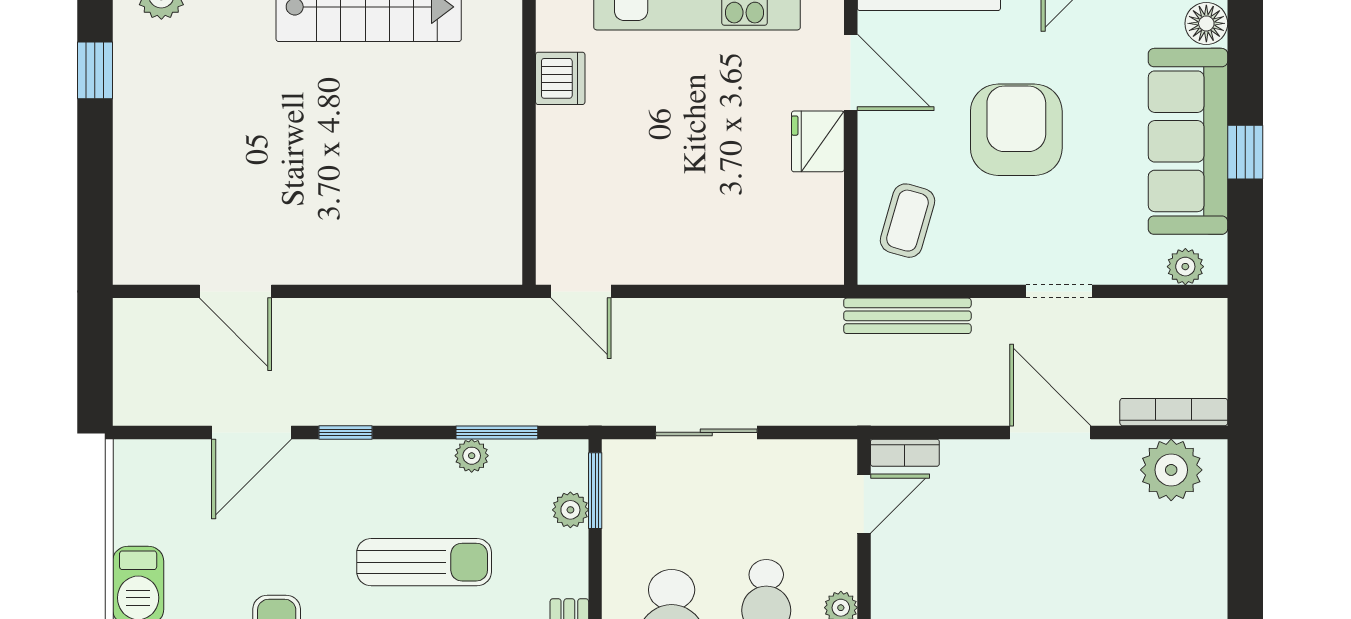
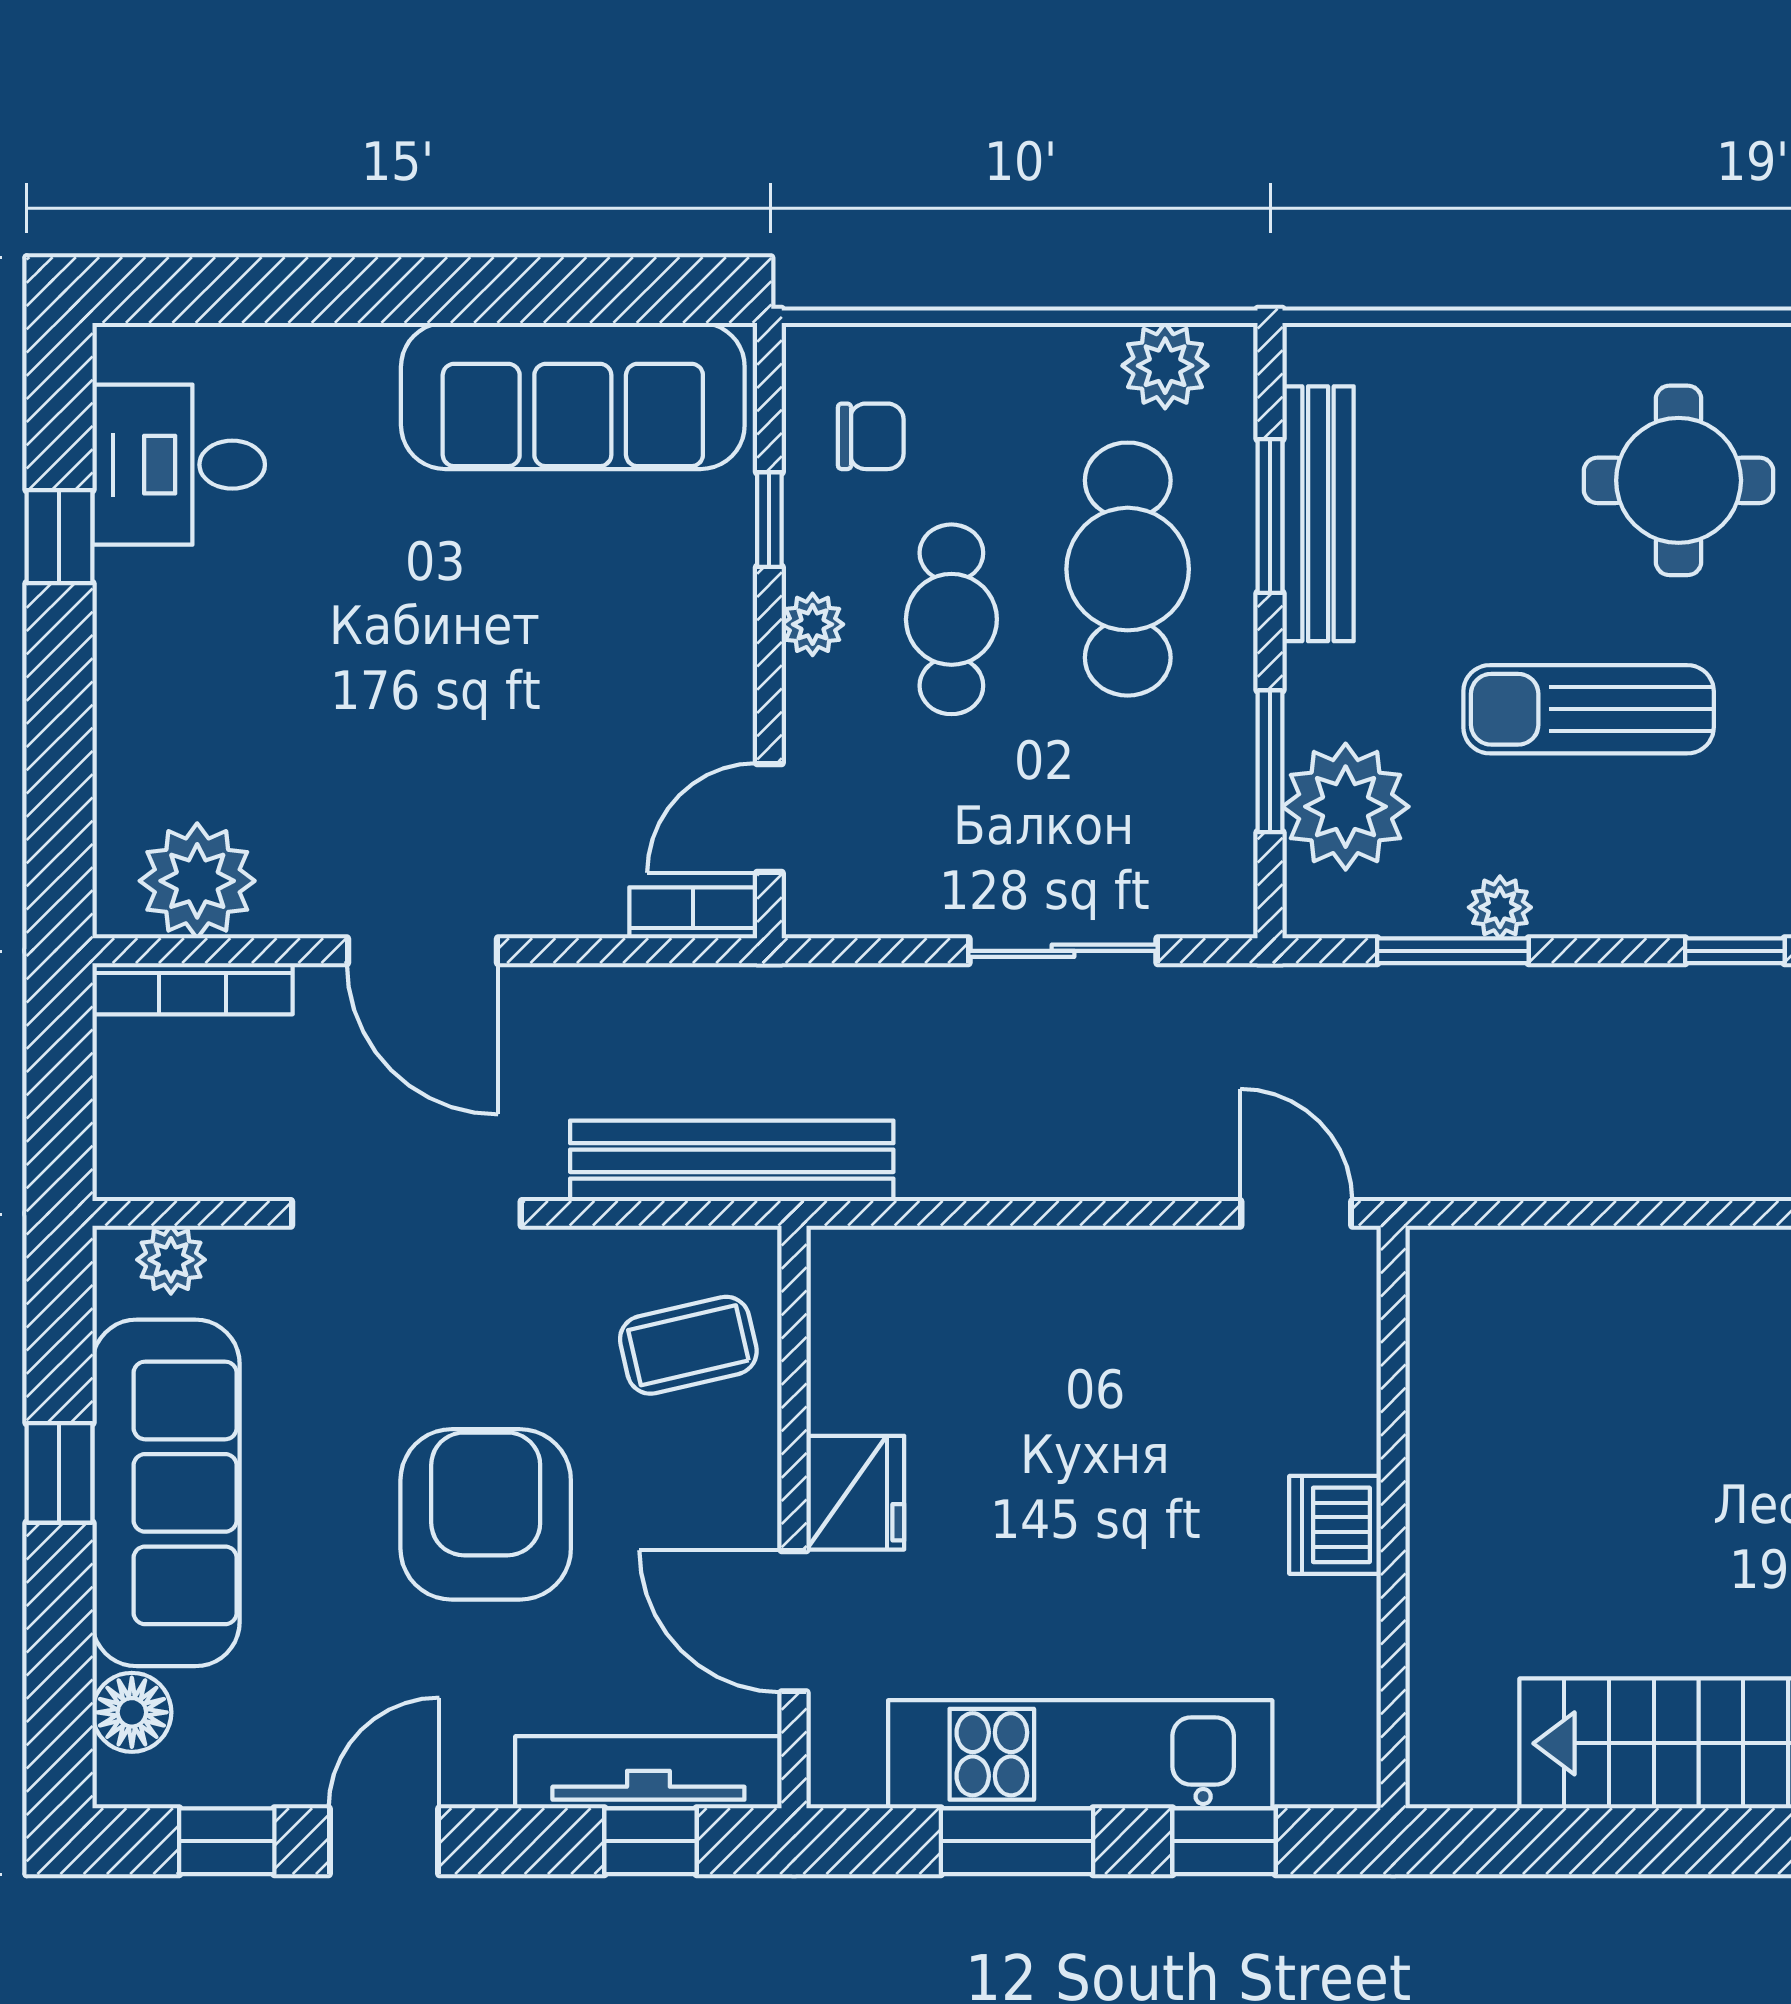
dishwasher: (560, 78) -> (1335, 1525), moved
armchair: (1016, 130) -> (486, 1514), turned 180
coffee table: (907, 221) -> (688, 1345), turned 61
doorway: (1059, 291) -> (406, 1213), width x1.88
bench: (907, 316) -> (732, 1161), width x1.37, depth x1.21
window: (595, 491) -> (1270, 761), moved
plant: (570, 510) -> (1346, 807), width x1.88, depth x1.88

